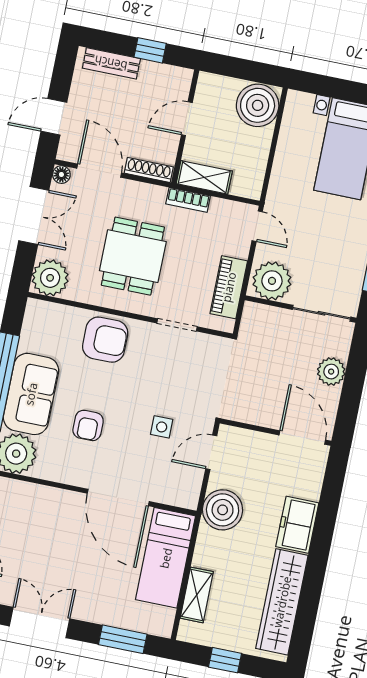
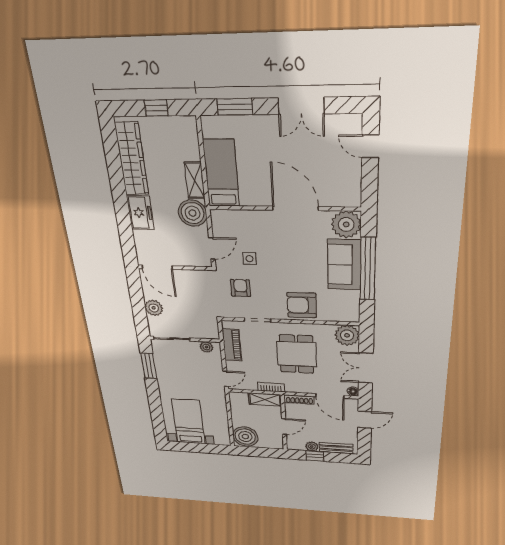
plant: (151, 71) -> (312, 447), added
door: (257, 226) -> (226, 379), swing flipped
plant: (272, 281) -> (206, 347), width x0.53, depth x0.53
armchair: (88, 425) -> (240, 288), moved
door: (118, 497) -> (295, 208), moved
shelving: (197, 595) -> (195, 180), moved

